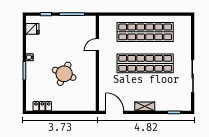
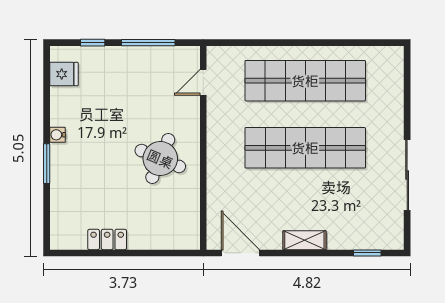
door: (97, 45) -> (203, 82), moved
round table: (64, 74) -> (160, 159), moved
locker: (42, 106) -> (107, 239), moved

